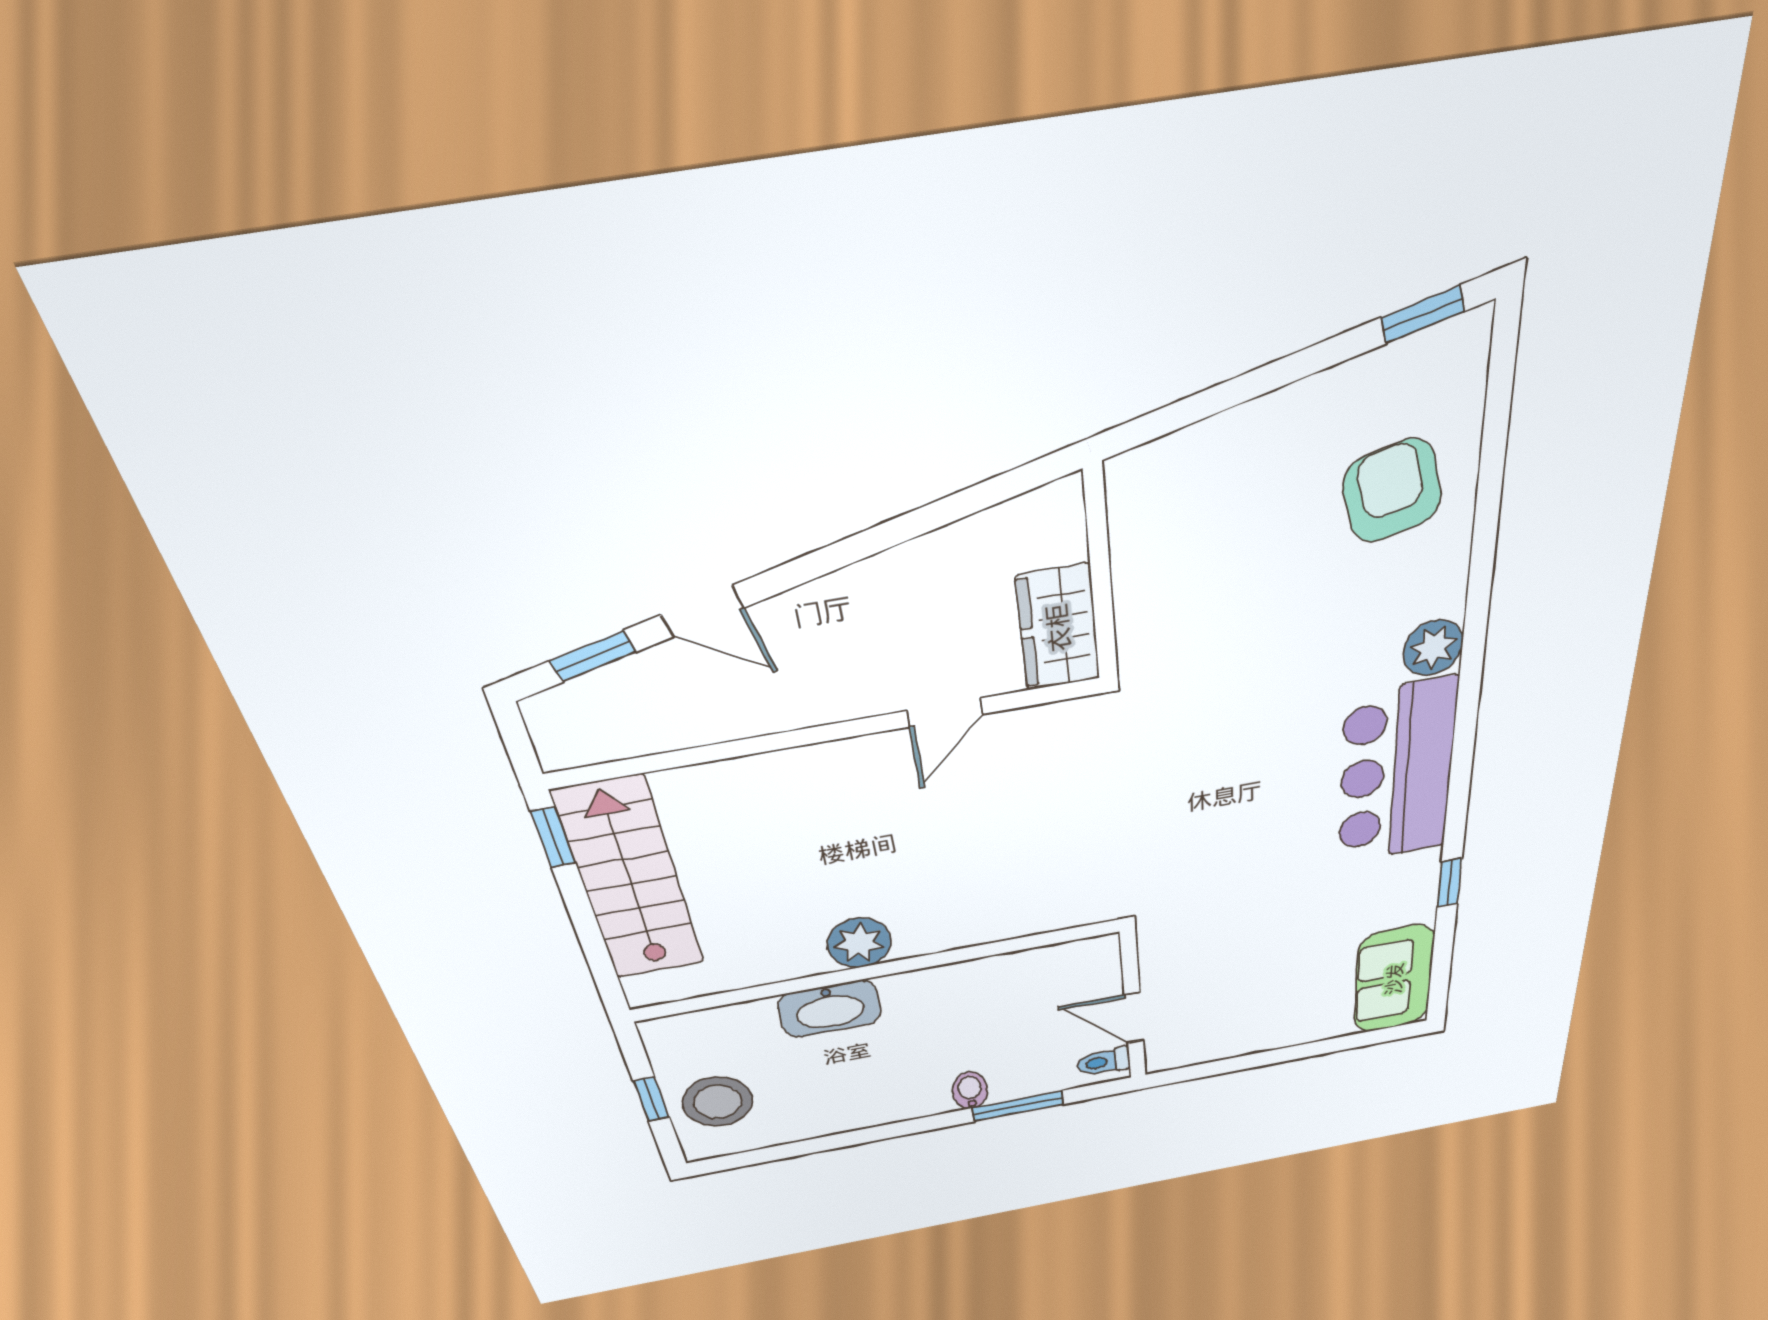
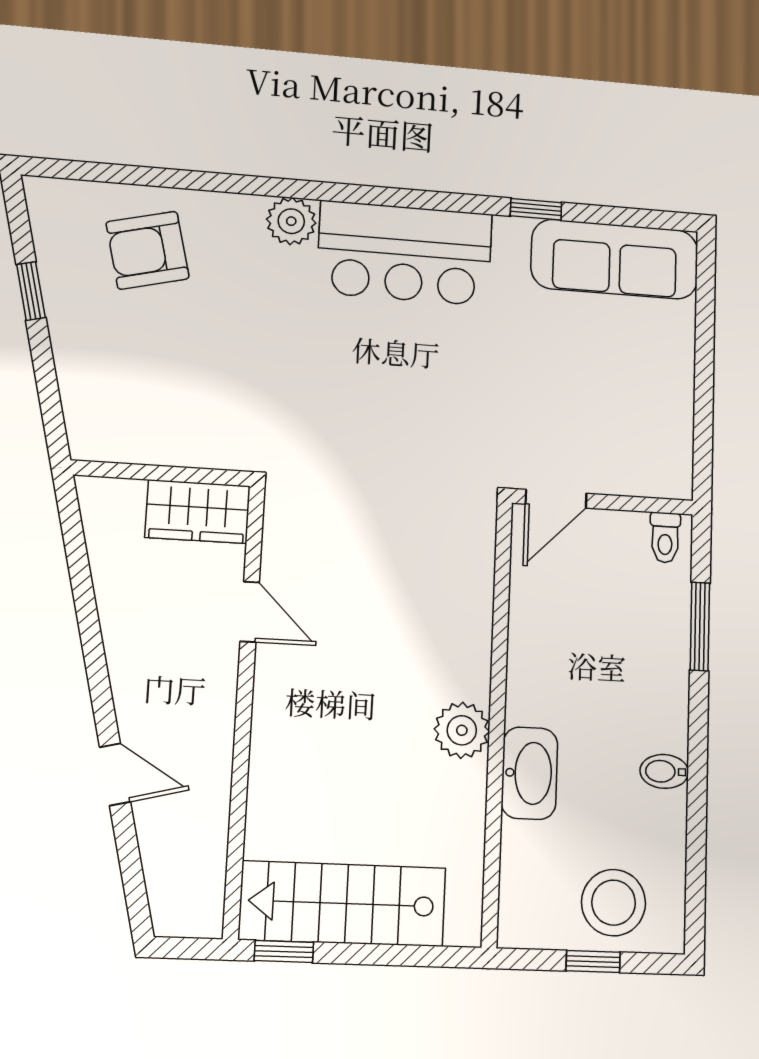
window: (1423, 314) -> (31, 291), moved
door: (703, 611) -> (115, 774), hinge flipped
window: (593, 656) -> (131, 866), removed
sofa: (1394, 979) -> (615, 259), width x1.36
door: (1134, 1018) -> (556, 499), moved
bidet: (970, 1090) -> (664, 771), moved

